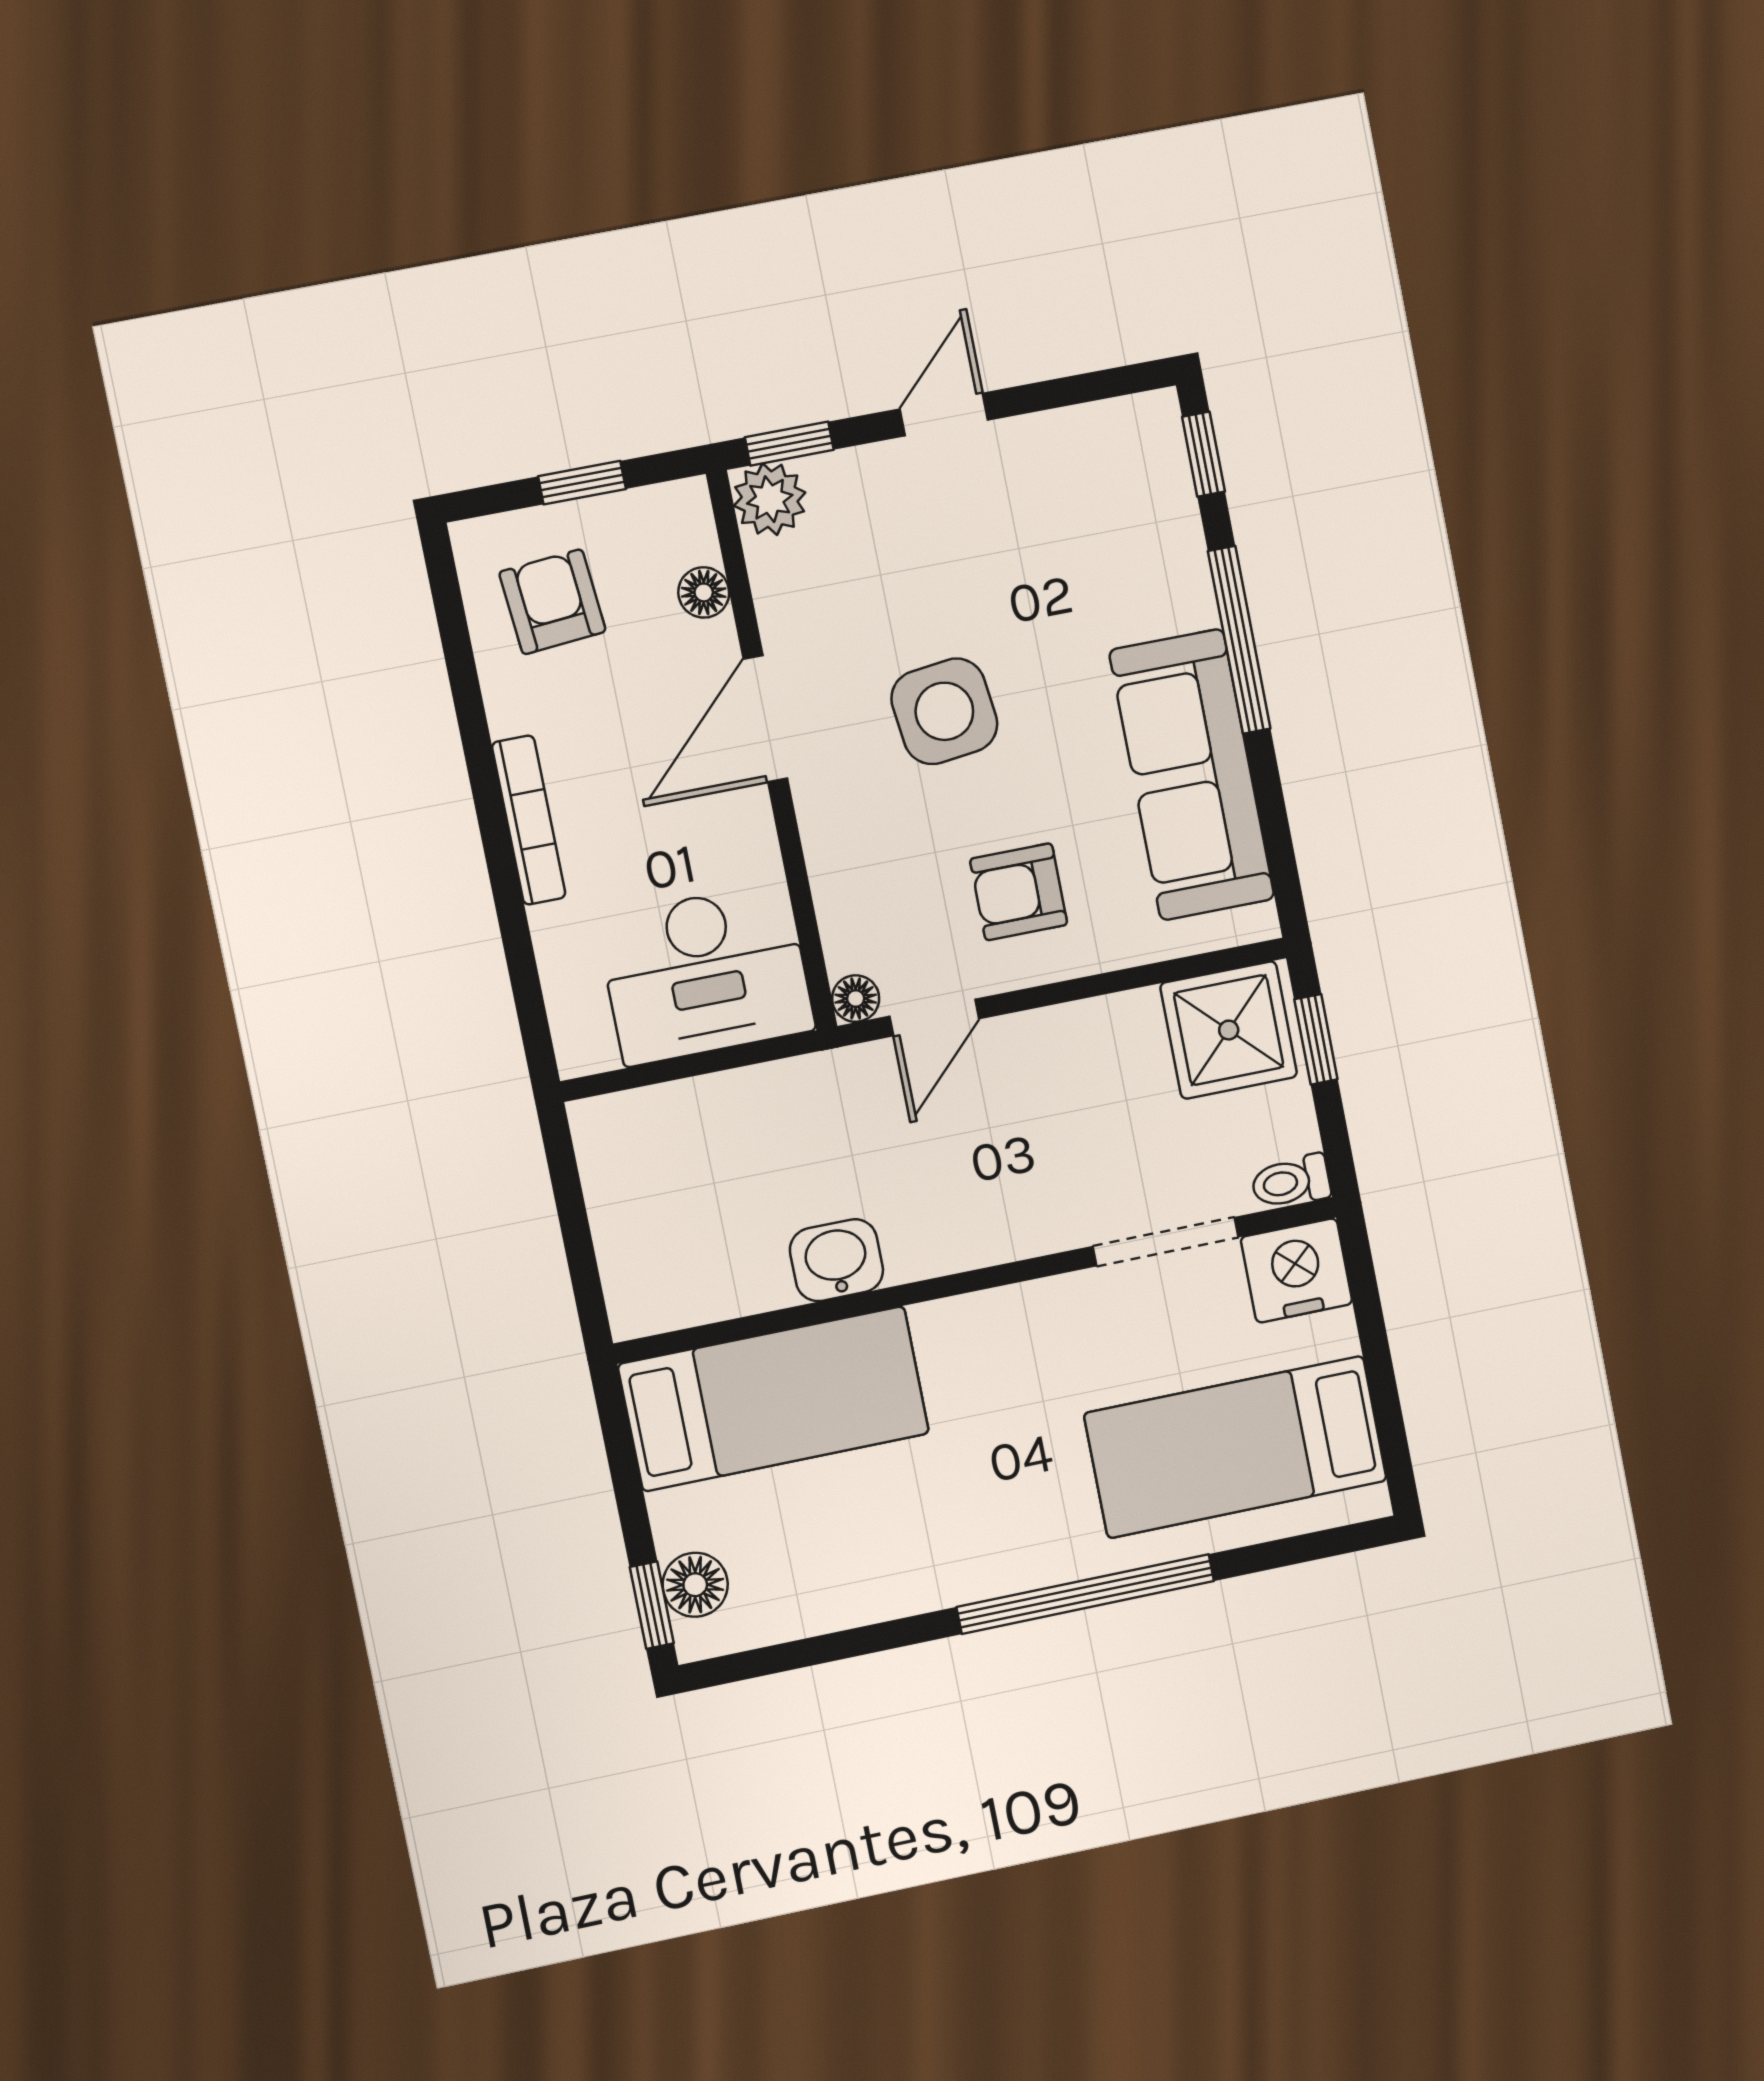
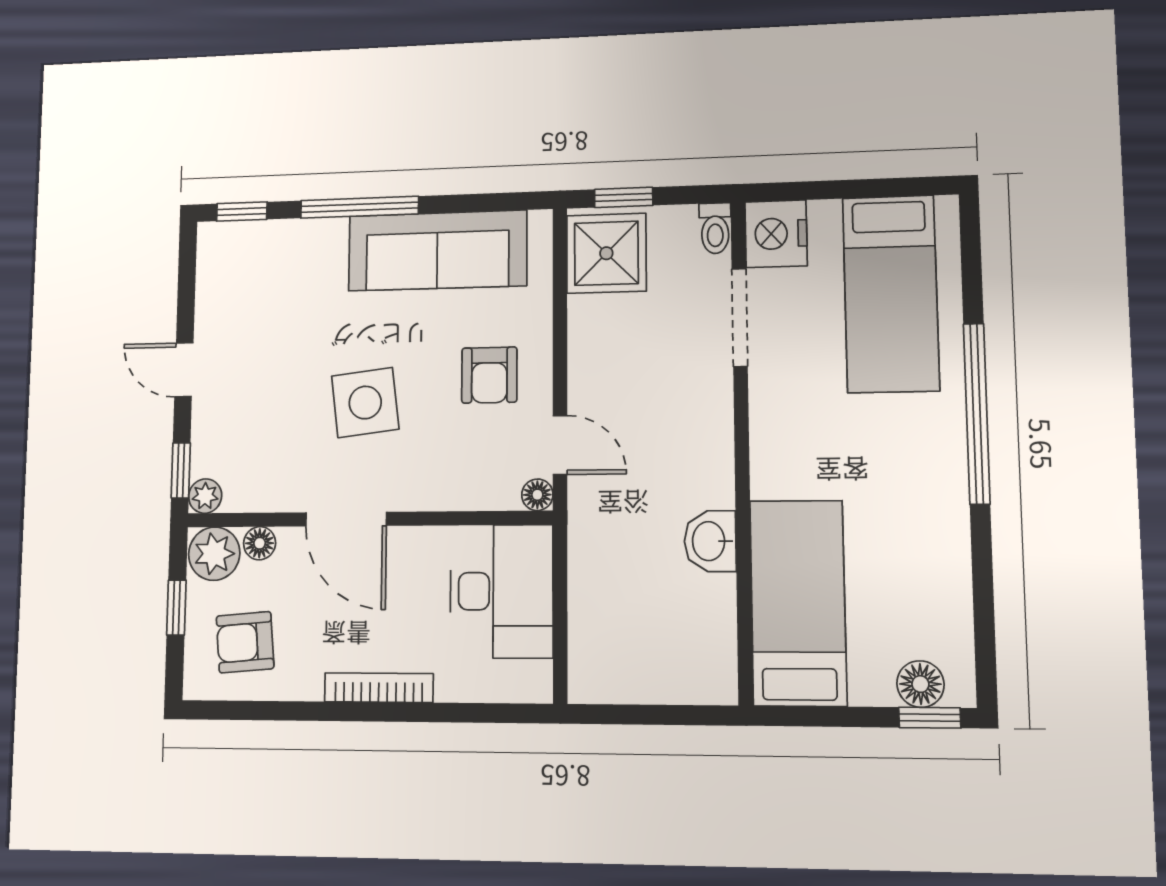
plant: (770, 499) -> (205, 496), width x0.73, depth x0.73
plant: (674, 525) -> (214, 554), added

